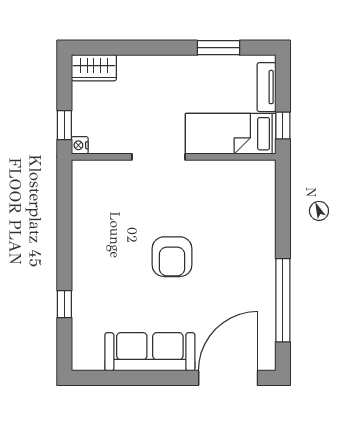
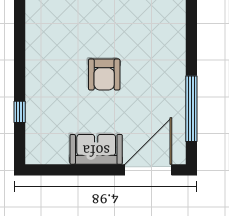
sofa: (150, 352) -> (96, 149), width x0.73

